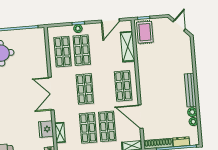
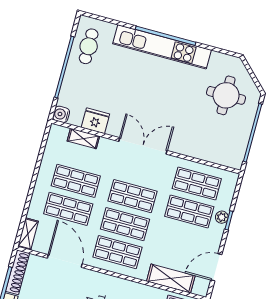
door: (110, 21) -> (216, 267), hinge flipped
shop shelf: (104, 87) -> (125, 224), added
door: (141, 117) -> (65, 261), hinge flipped

